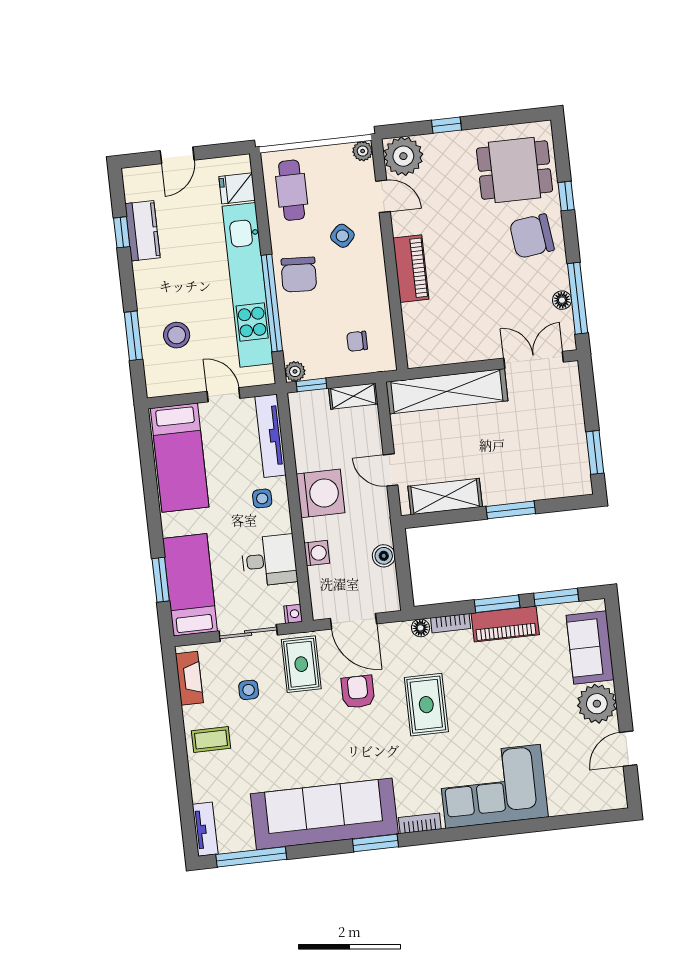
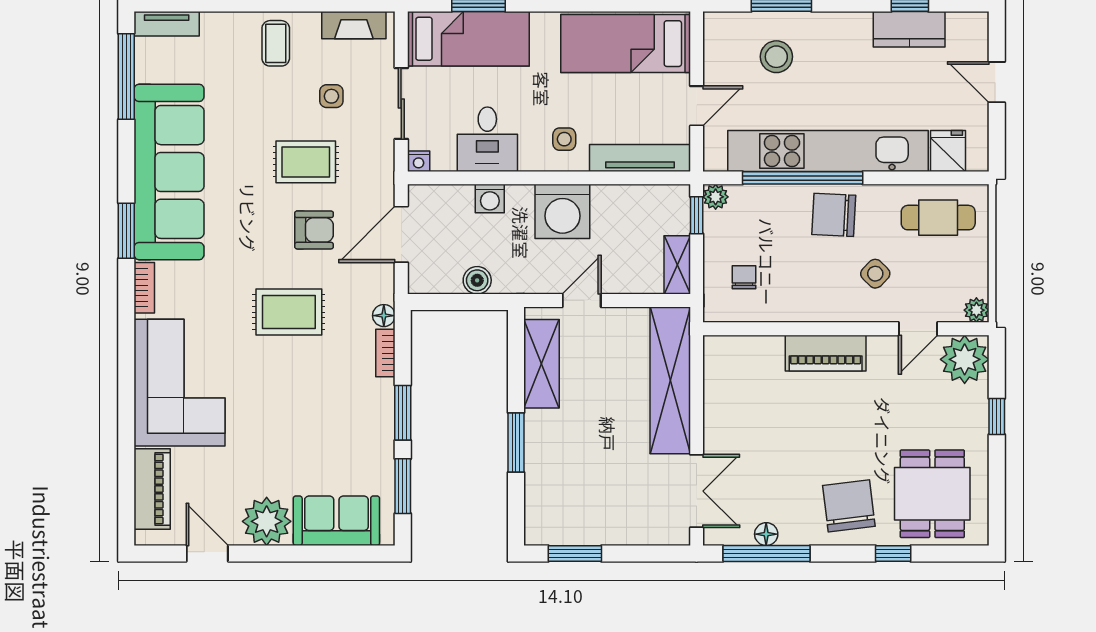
piano: (505, 624) -> (152, 489), moved, turned 180
rug: (301, 664) -> (306, 162), moved

